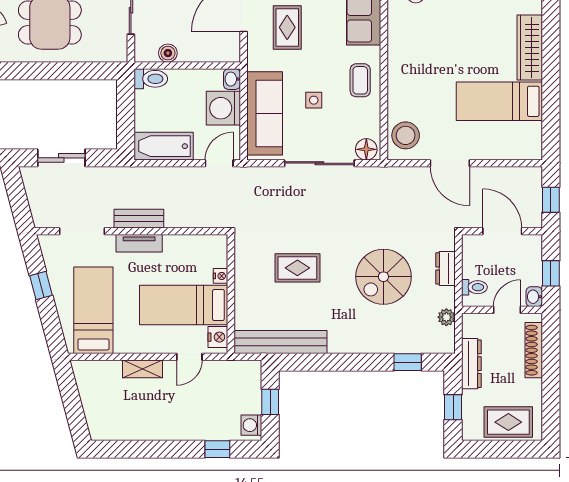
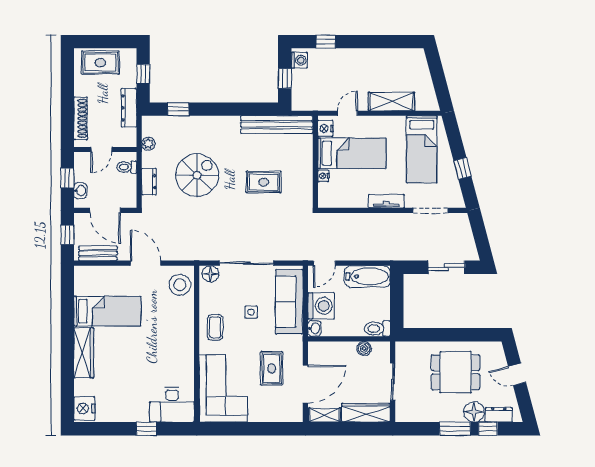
bench: (139, 219) -> (98, 253), moved
washbasin: (534, 297) -> (80, 191), moved
shelving: (142, 369) -> (392, 102), width x1.50, depth x1.33

